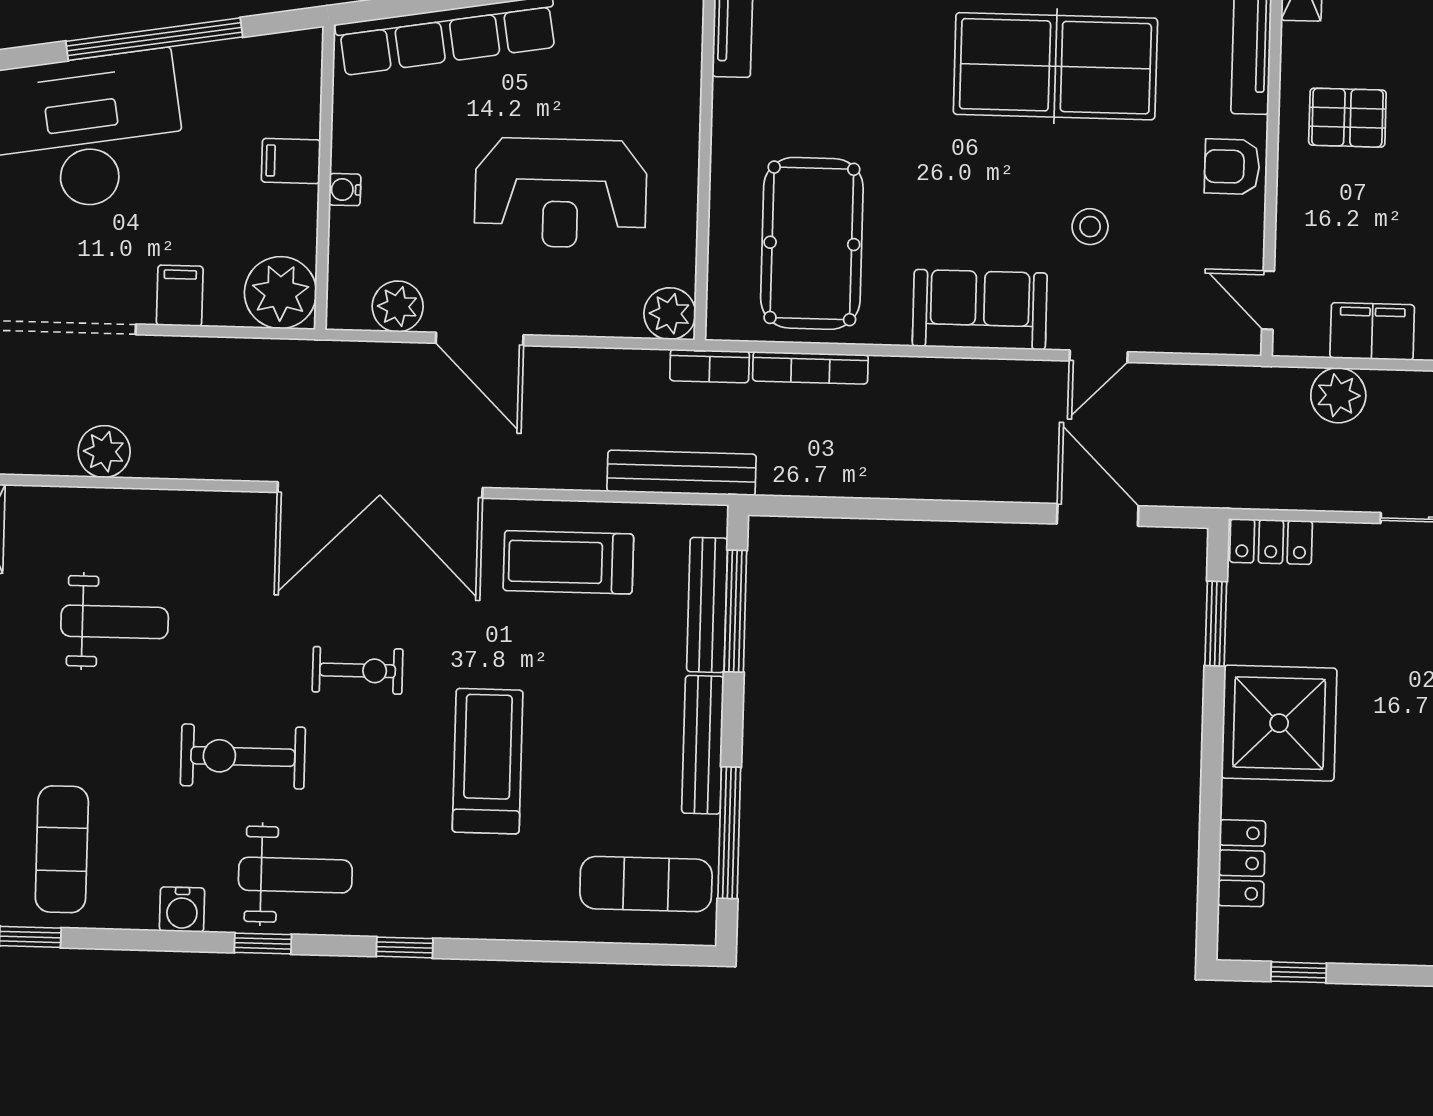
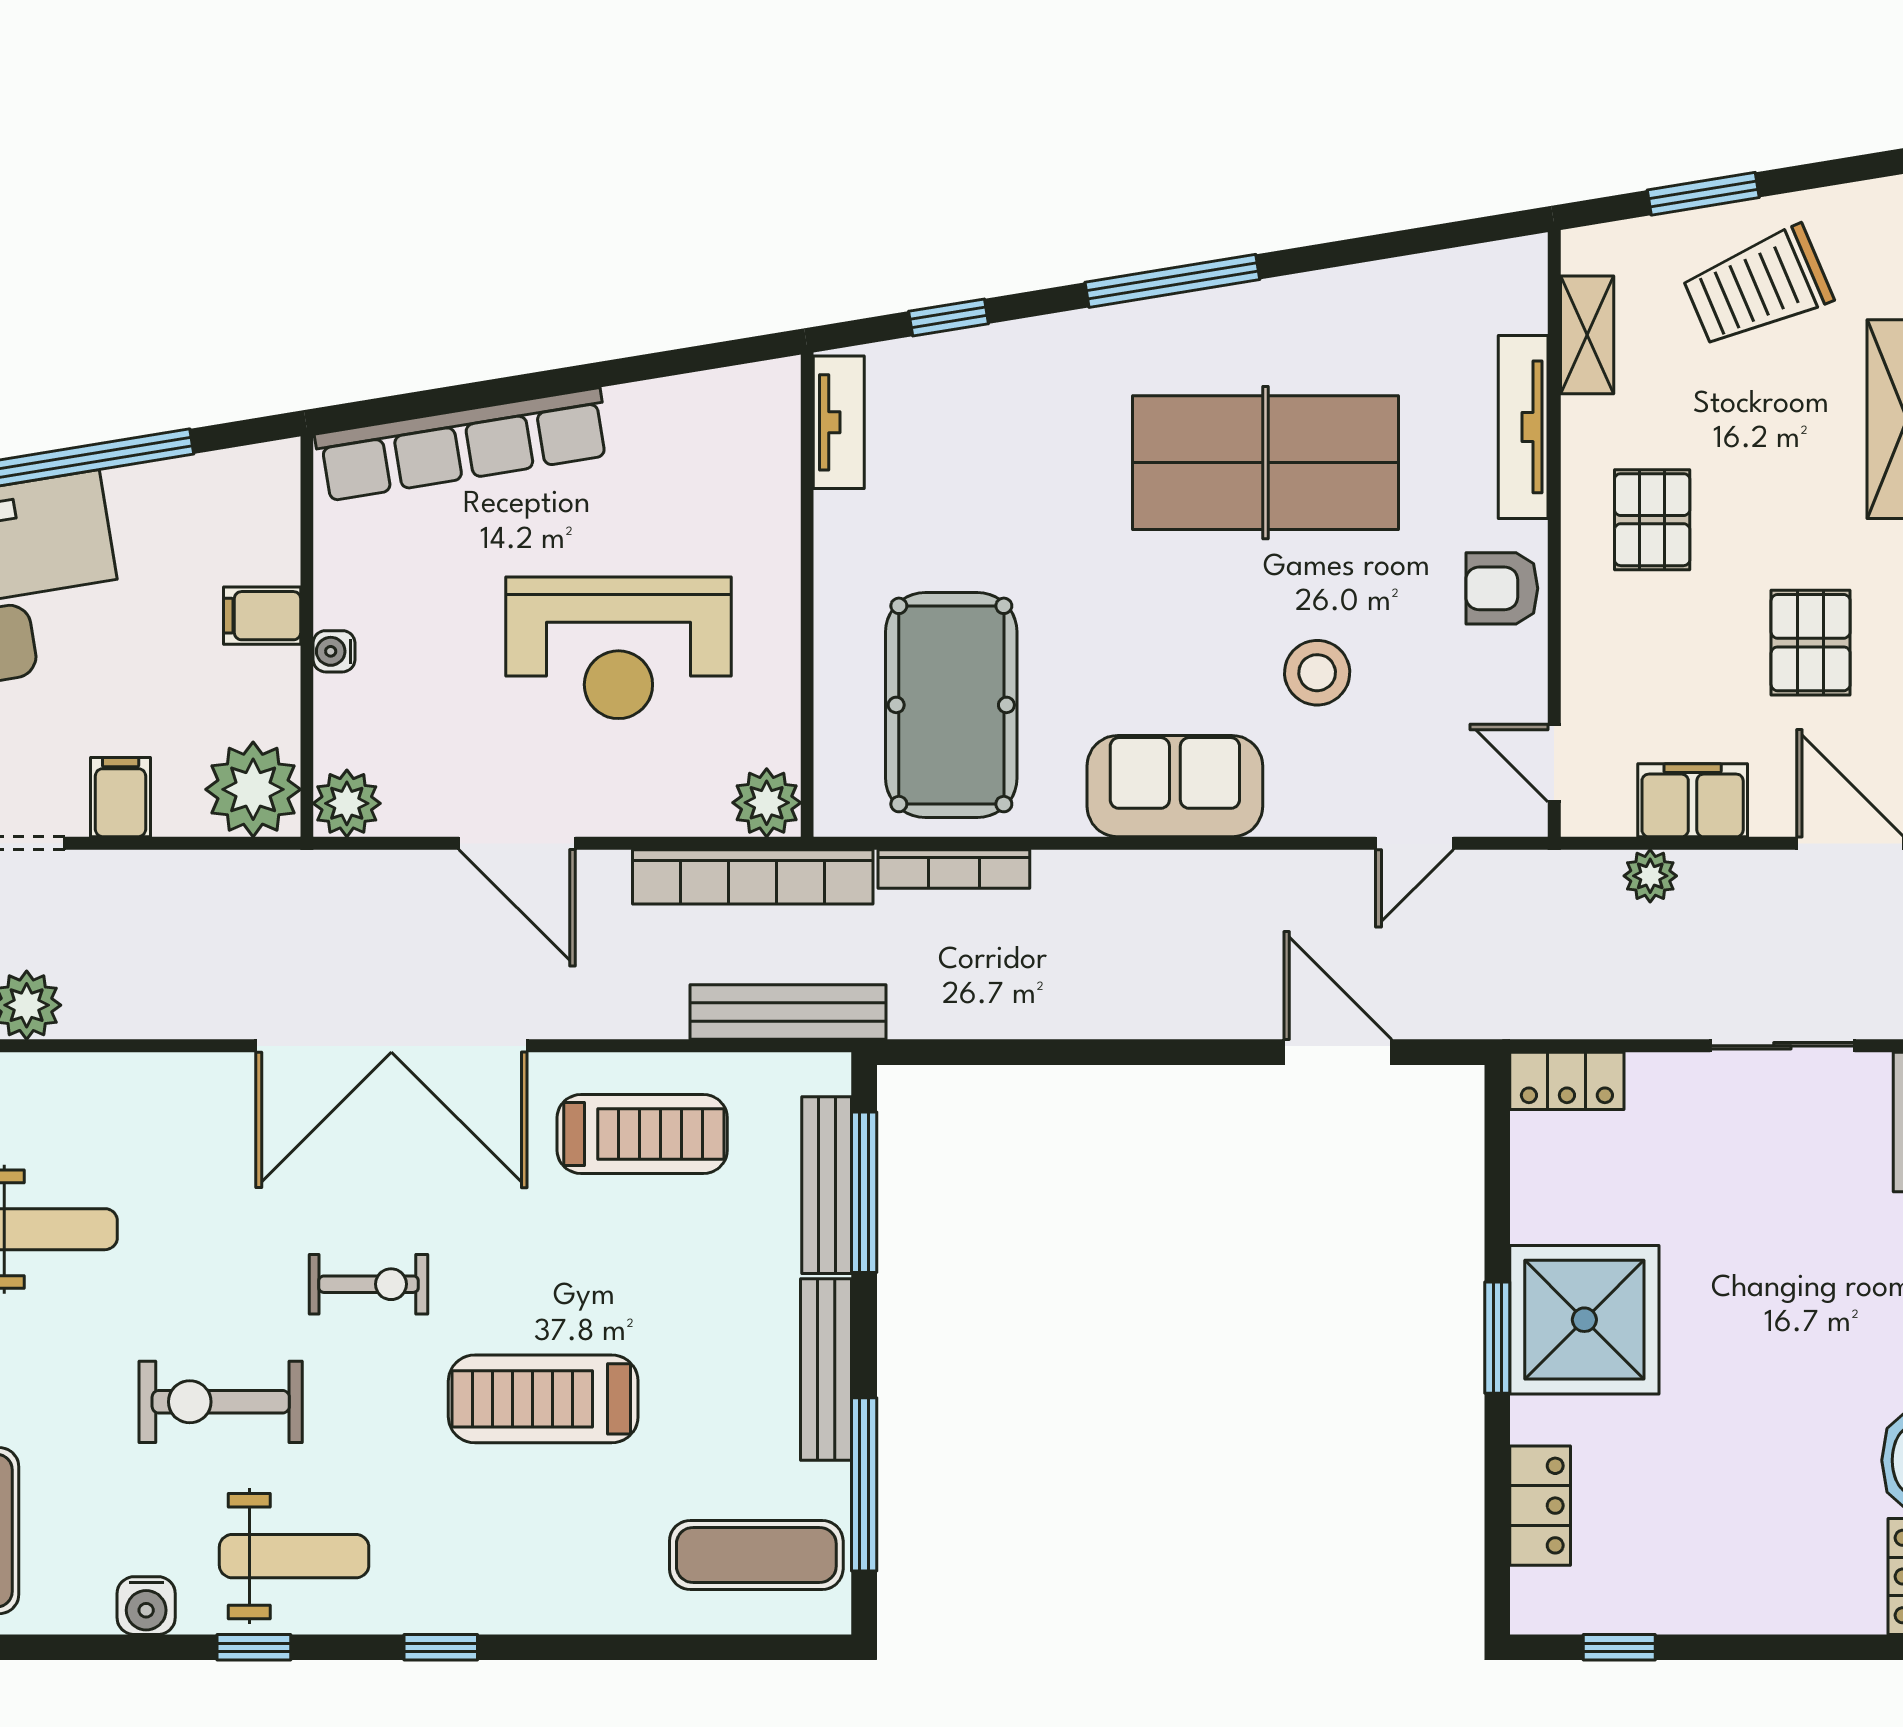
pallet: (1347, 118) -> (1652, 520), turned 90
stool: (1090, 227) -> (1317, 673), width x1.37, depth x1.37
plant: (398, 306) -> (347, 803), moved
door: (1099, 356) -> (1415, 843), moved
bookcase: (710, 366) -> (753, 877), width x2.31, depth x1.31
plant: (1338, 395) -> (1650, 876), width x0.73, depth x0.73
treadmill: (568, 562) -> (642, 1134), turned 180
window: (1216, 624) -> (1497, 1338), moved
treadmill: (488, 761) -> (543, 1399), turned -90

